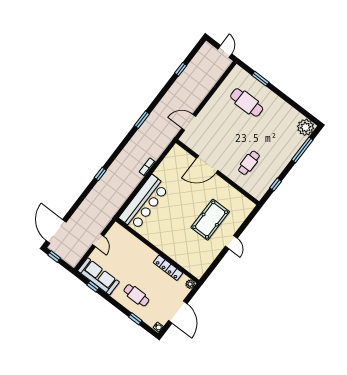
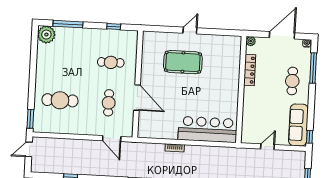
window: (260, 79) -> (30, 119), moved
cafe table: (247, 102) -> (60, 100), turned 90
cafe table: (218, 139) -> (109, 103), added
window: (93, 286) -> (310, 137), moved
window: (135, 319) -> (313, 68), width x2.17

